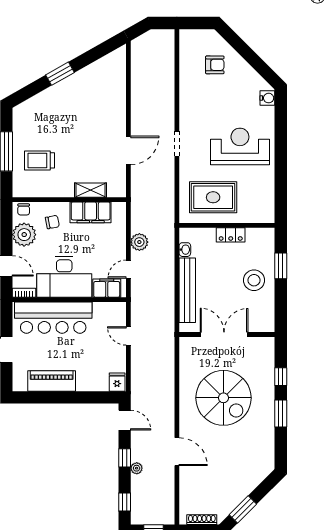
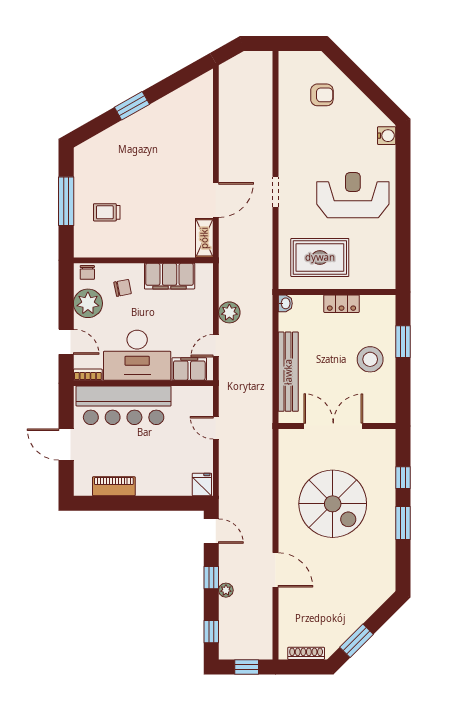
trolley: (39, 160) -> (107, 212), width x0.73, depth x0.72
shelving: (91, 190) -> (204, 238), moved, turned 90
washbasin: (185, 250) -> (285, 303), moved
piano: (52, 381) -> (114, 486), width x0.73, depth x0.75

